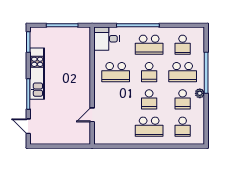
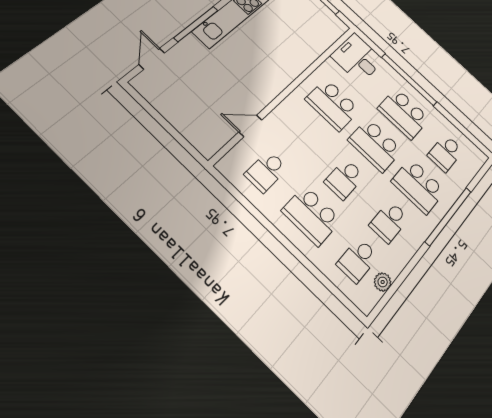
school desk: (149, 72) -> (375, 145), width x1.85
plant: (200, 93) -> (383, 282), moved
school desk: (116, 127) -> (266, 171), added

